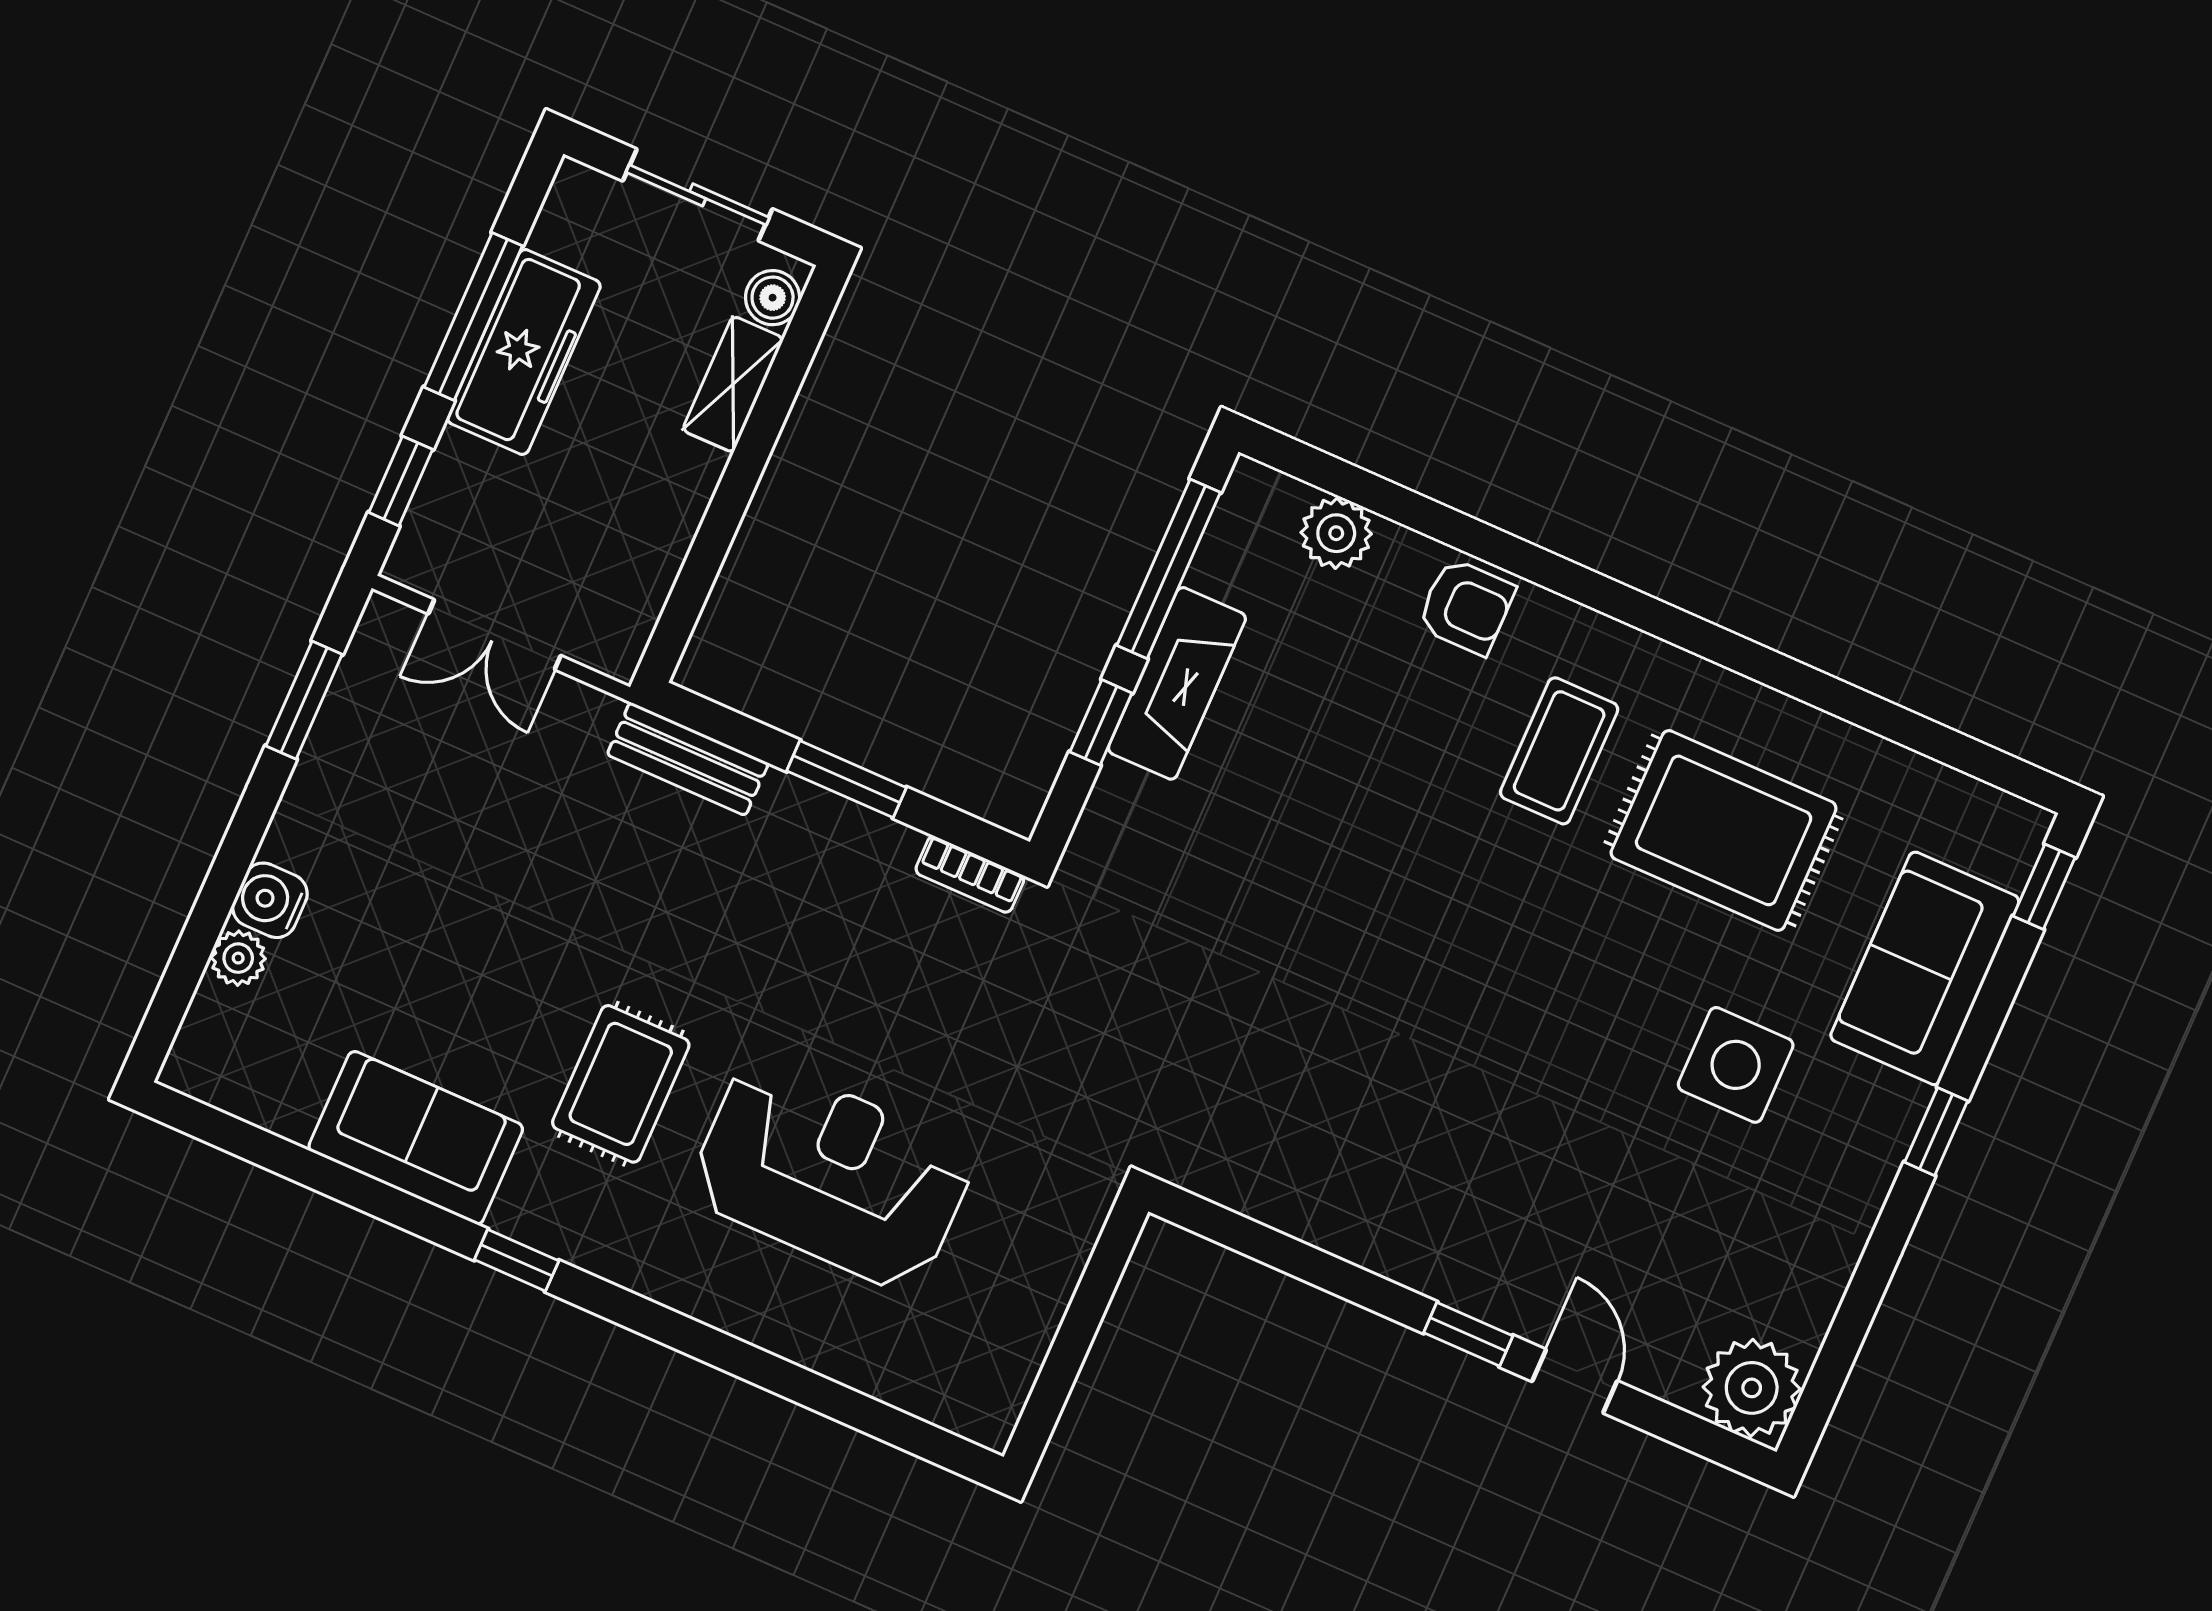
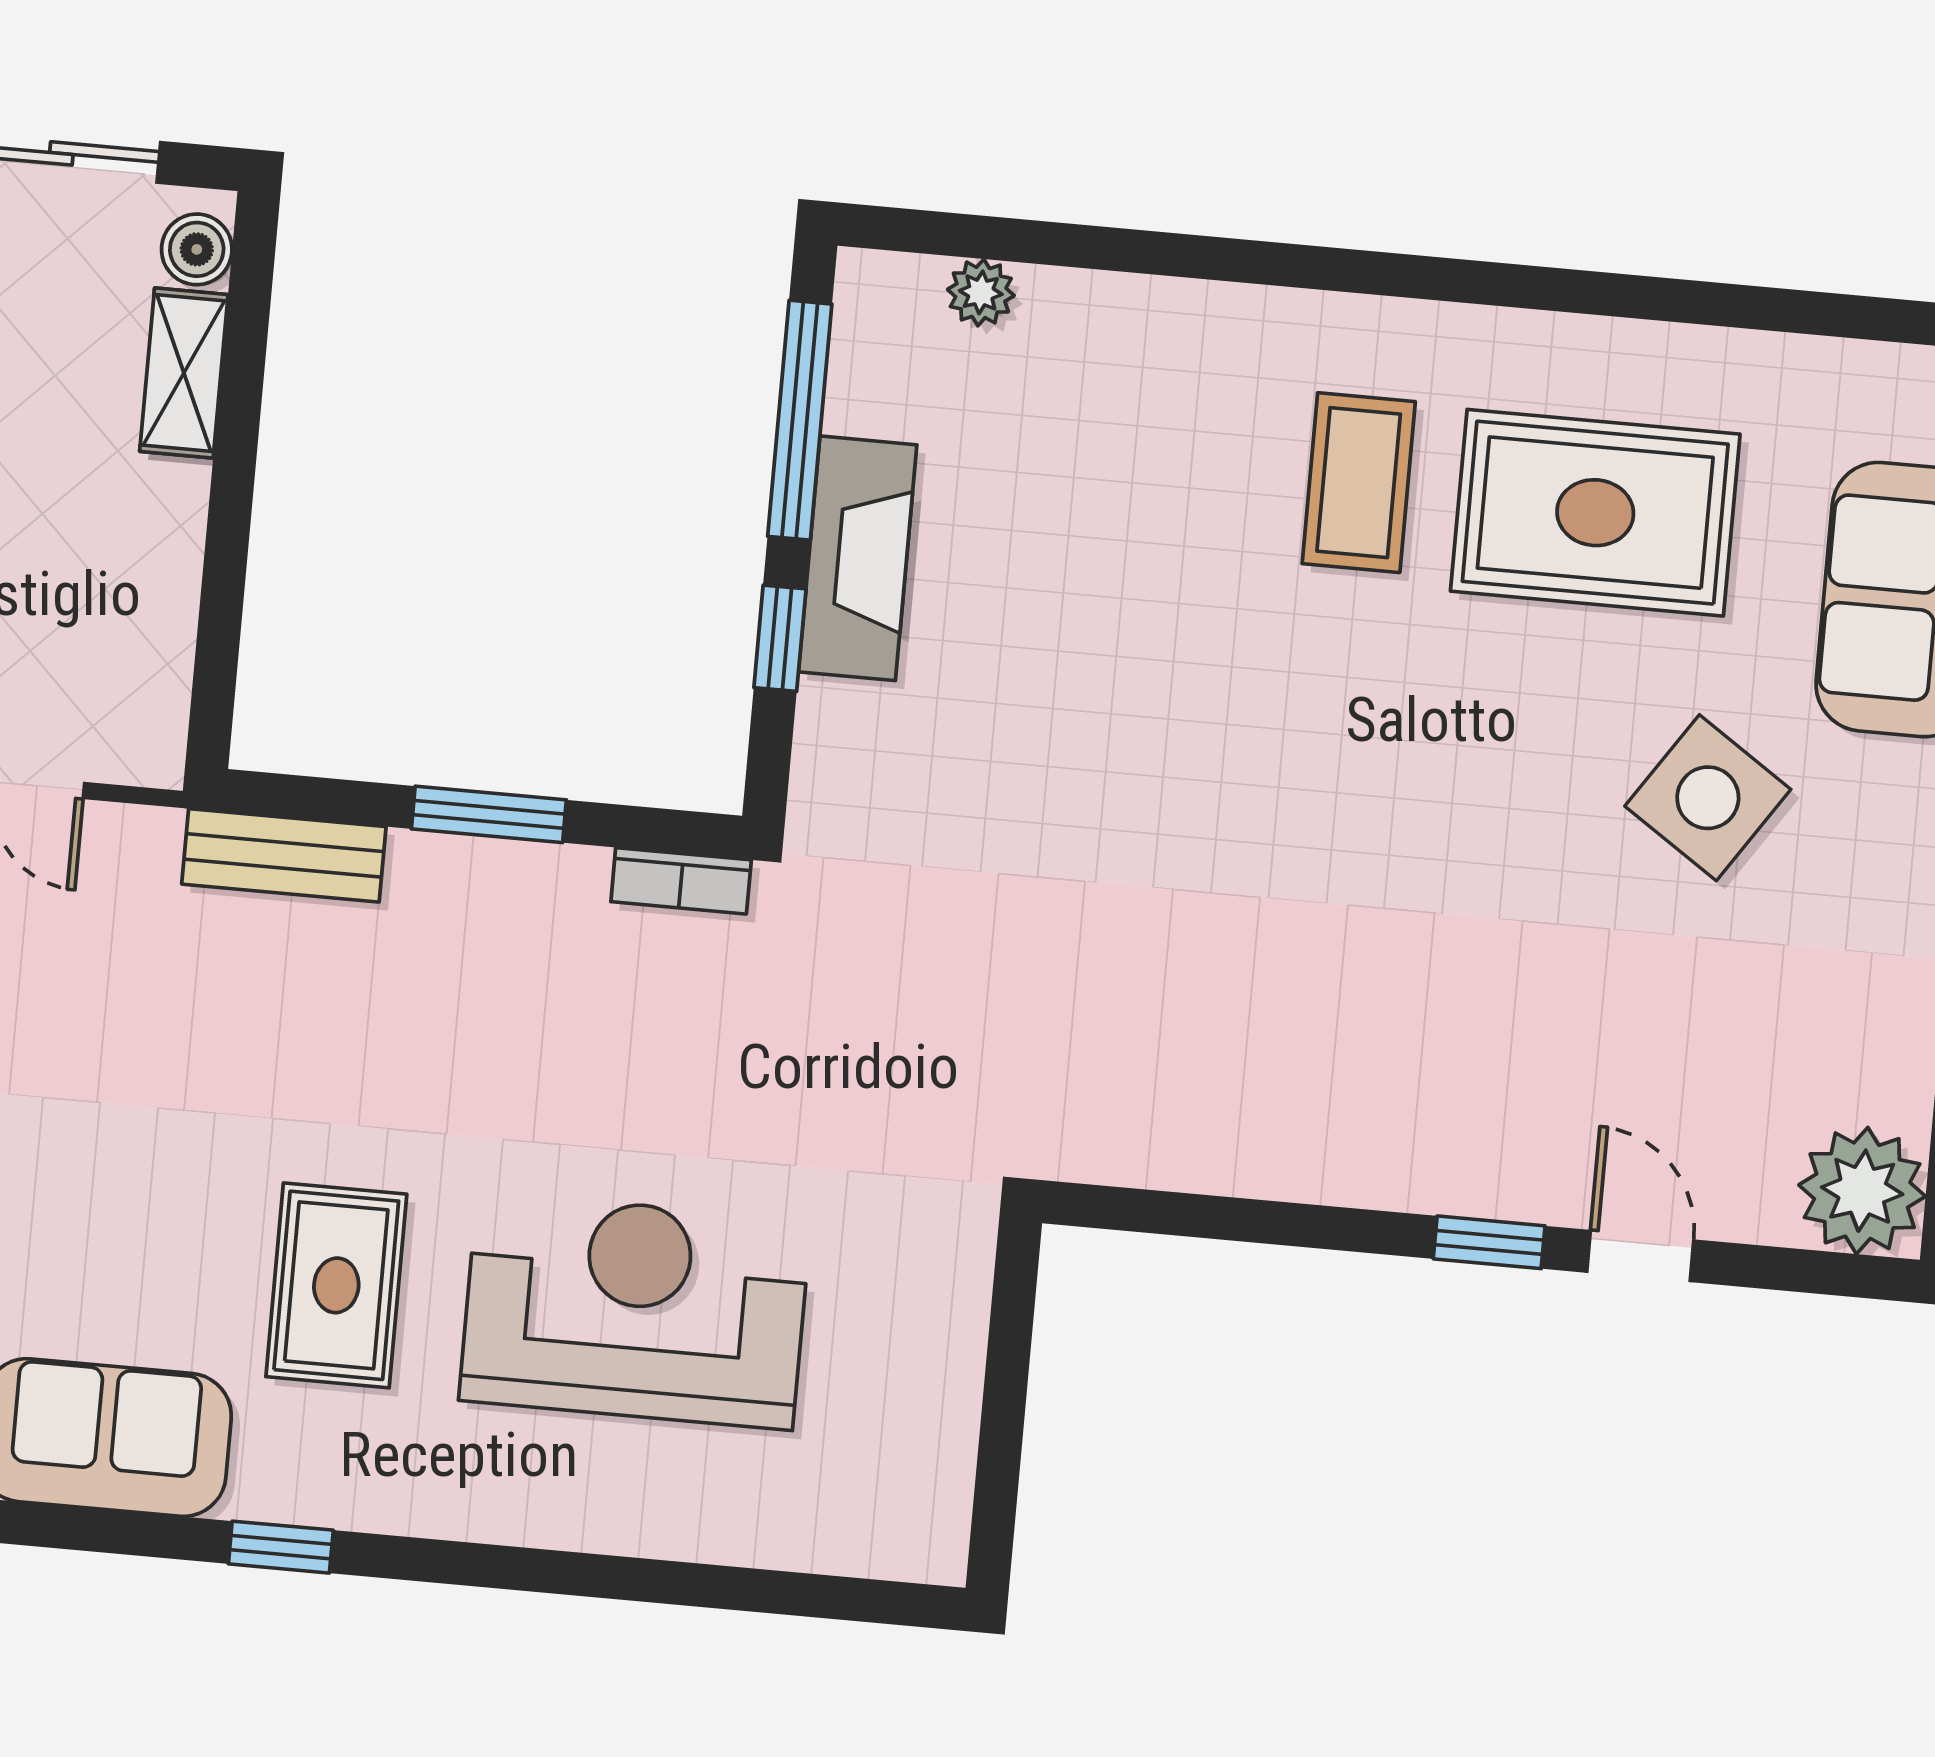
plant: (1336, 533) -> (981, 292), width x0.73, depth x0.73
armchair: (1466, 607) -> (1183, 343), removed
side table: (1736, 1065) -> (1708, 798), turned 34

